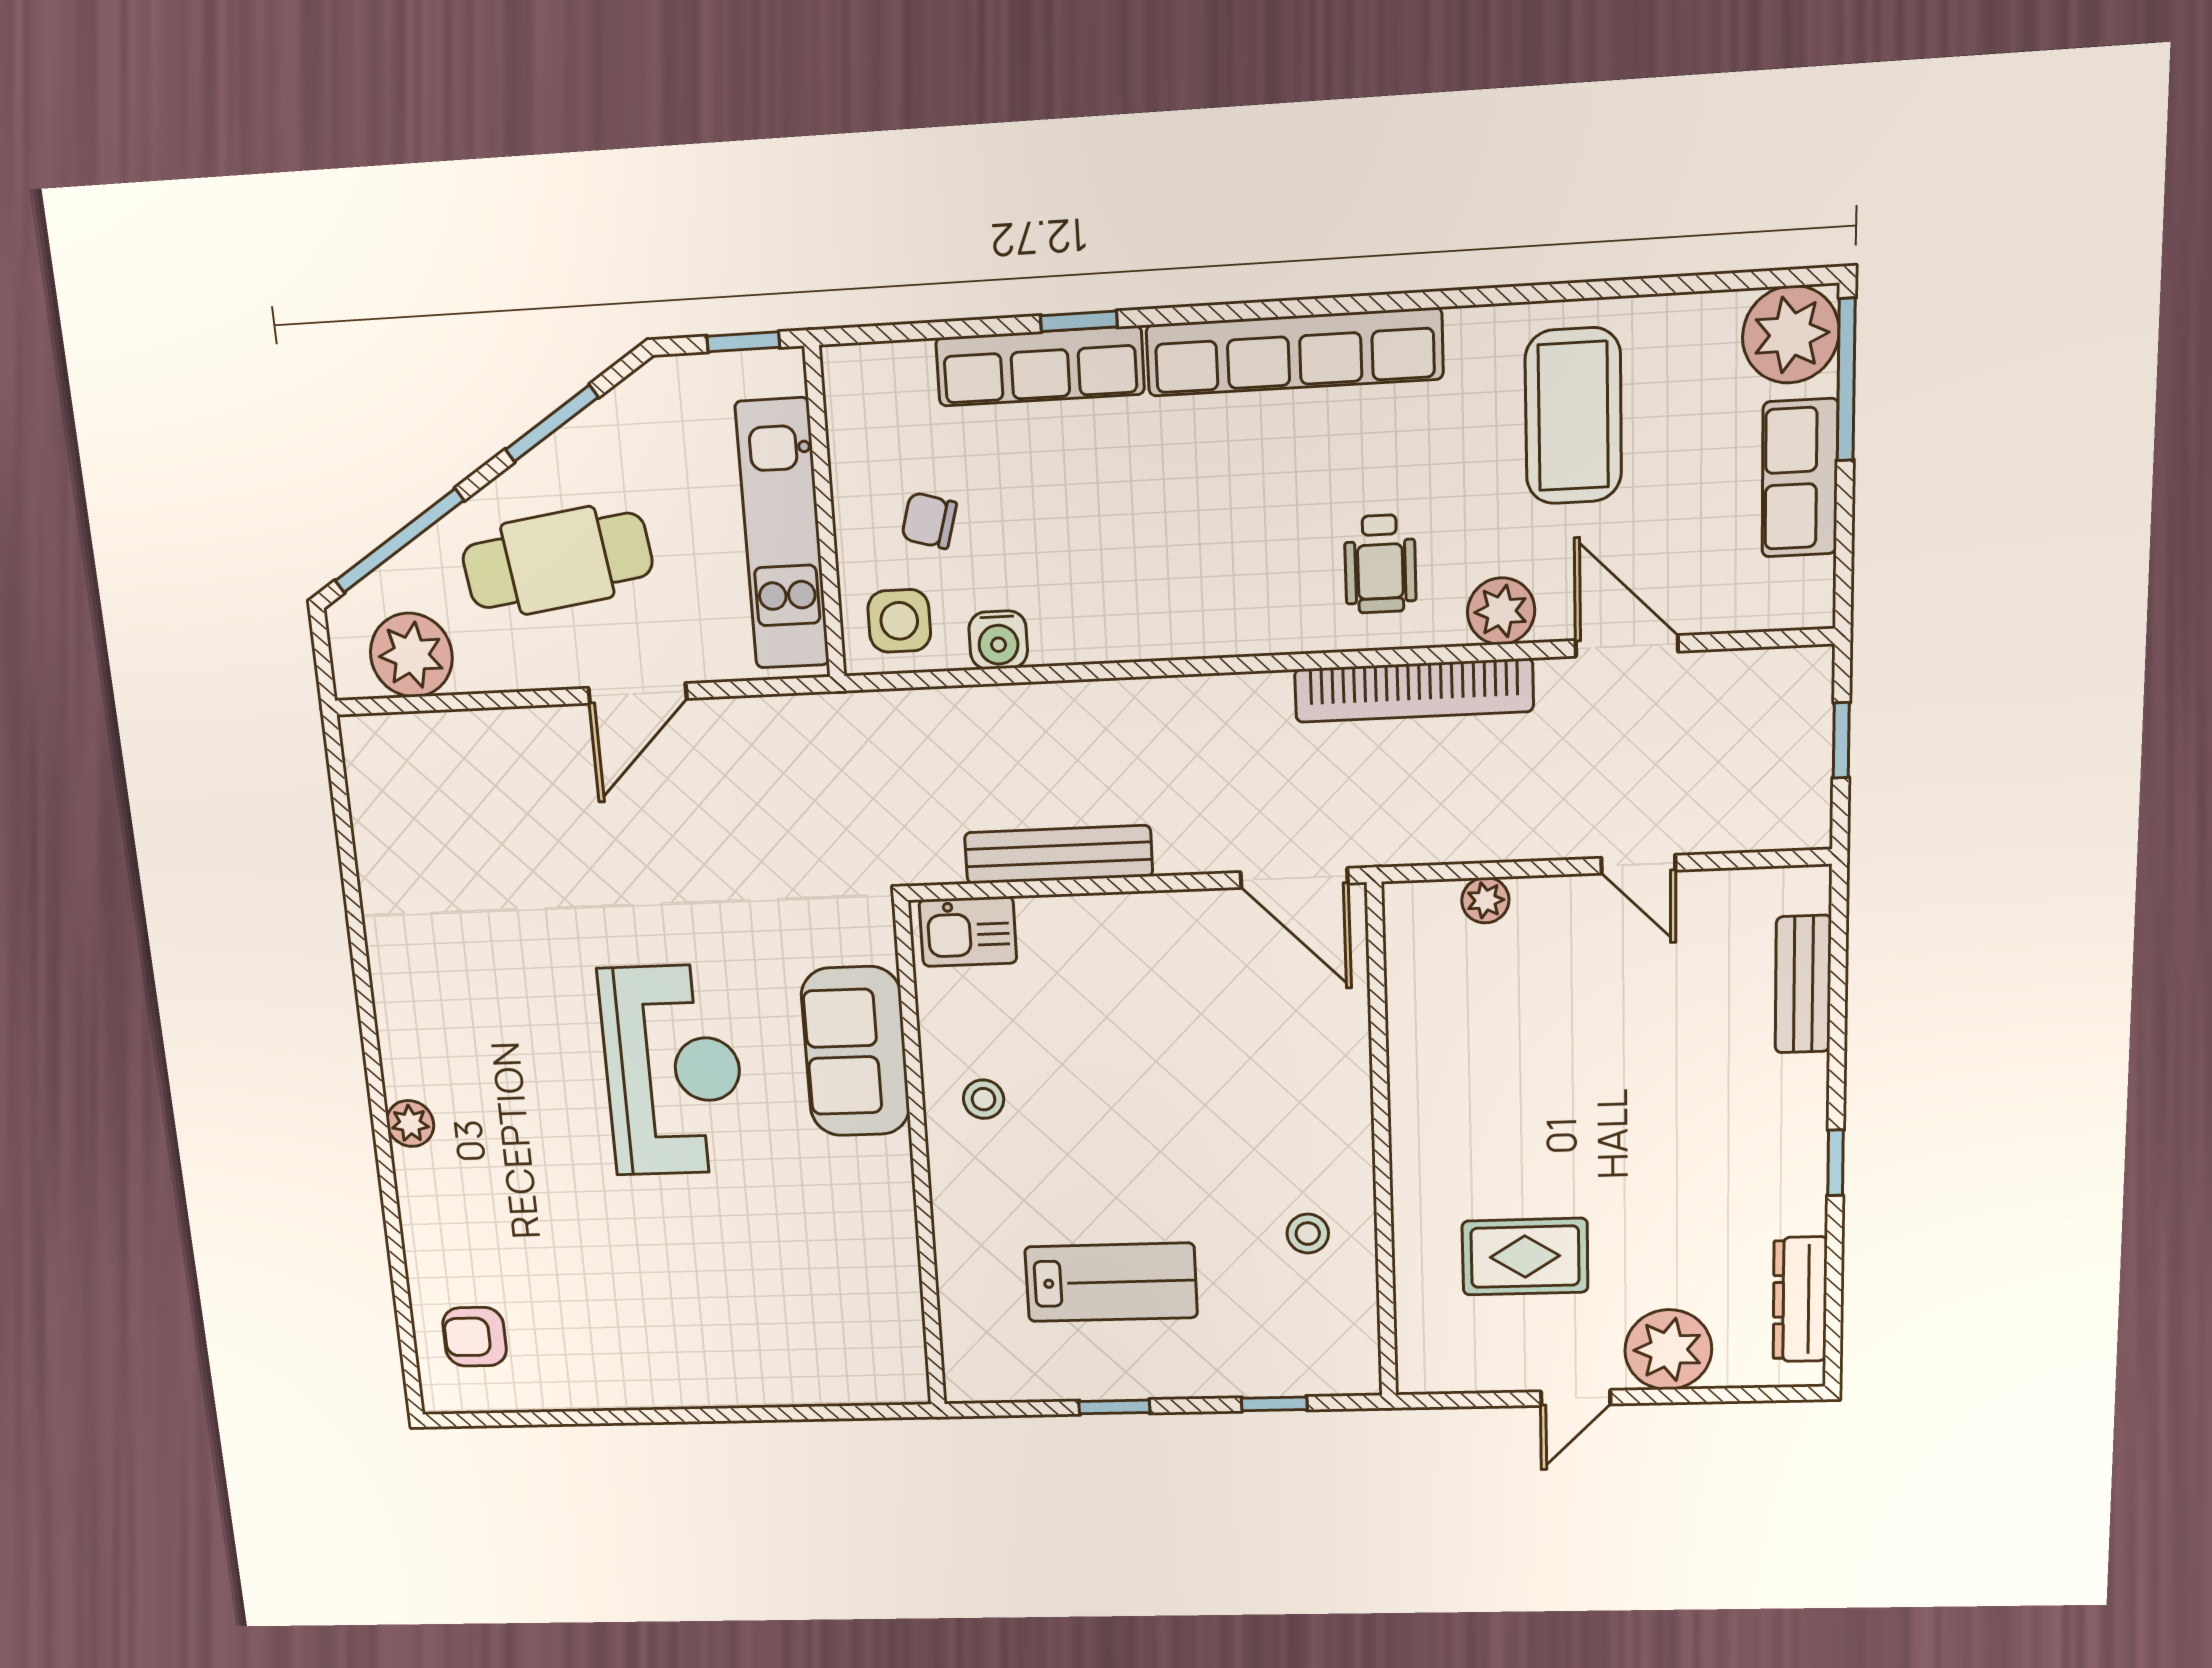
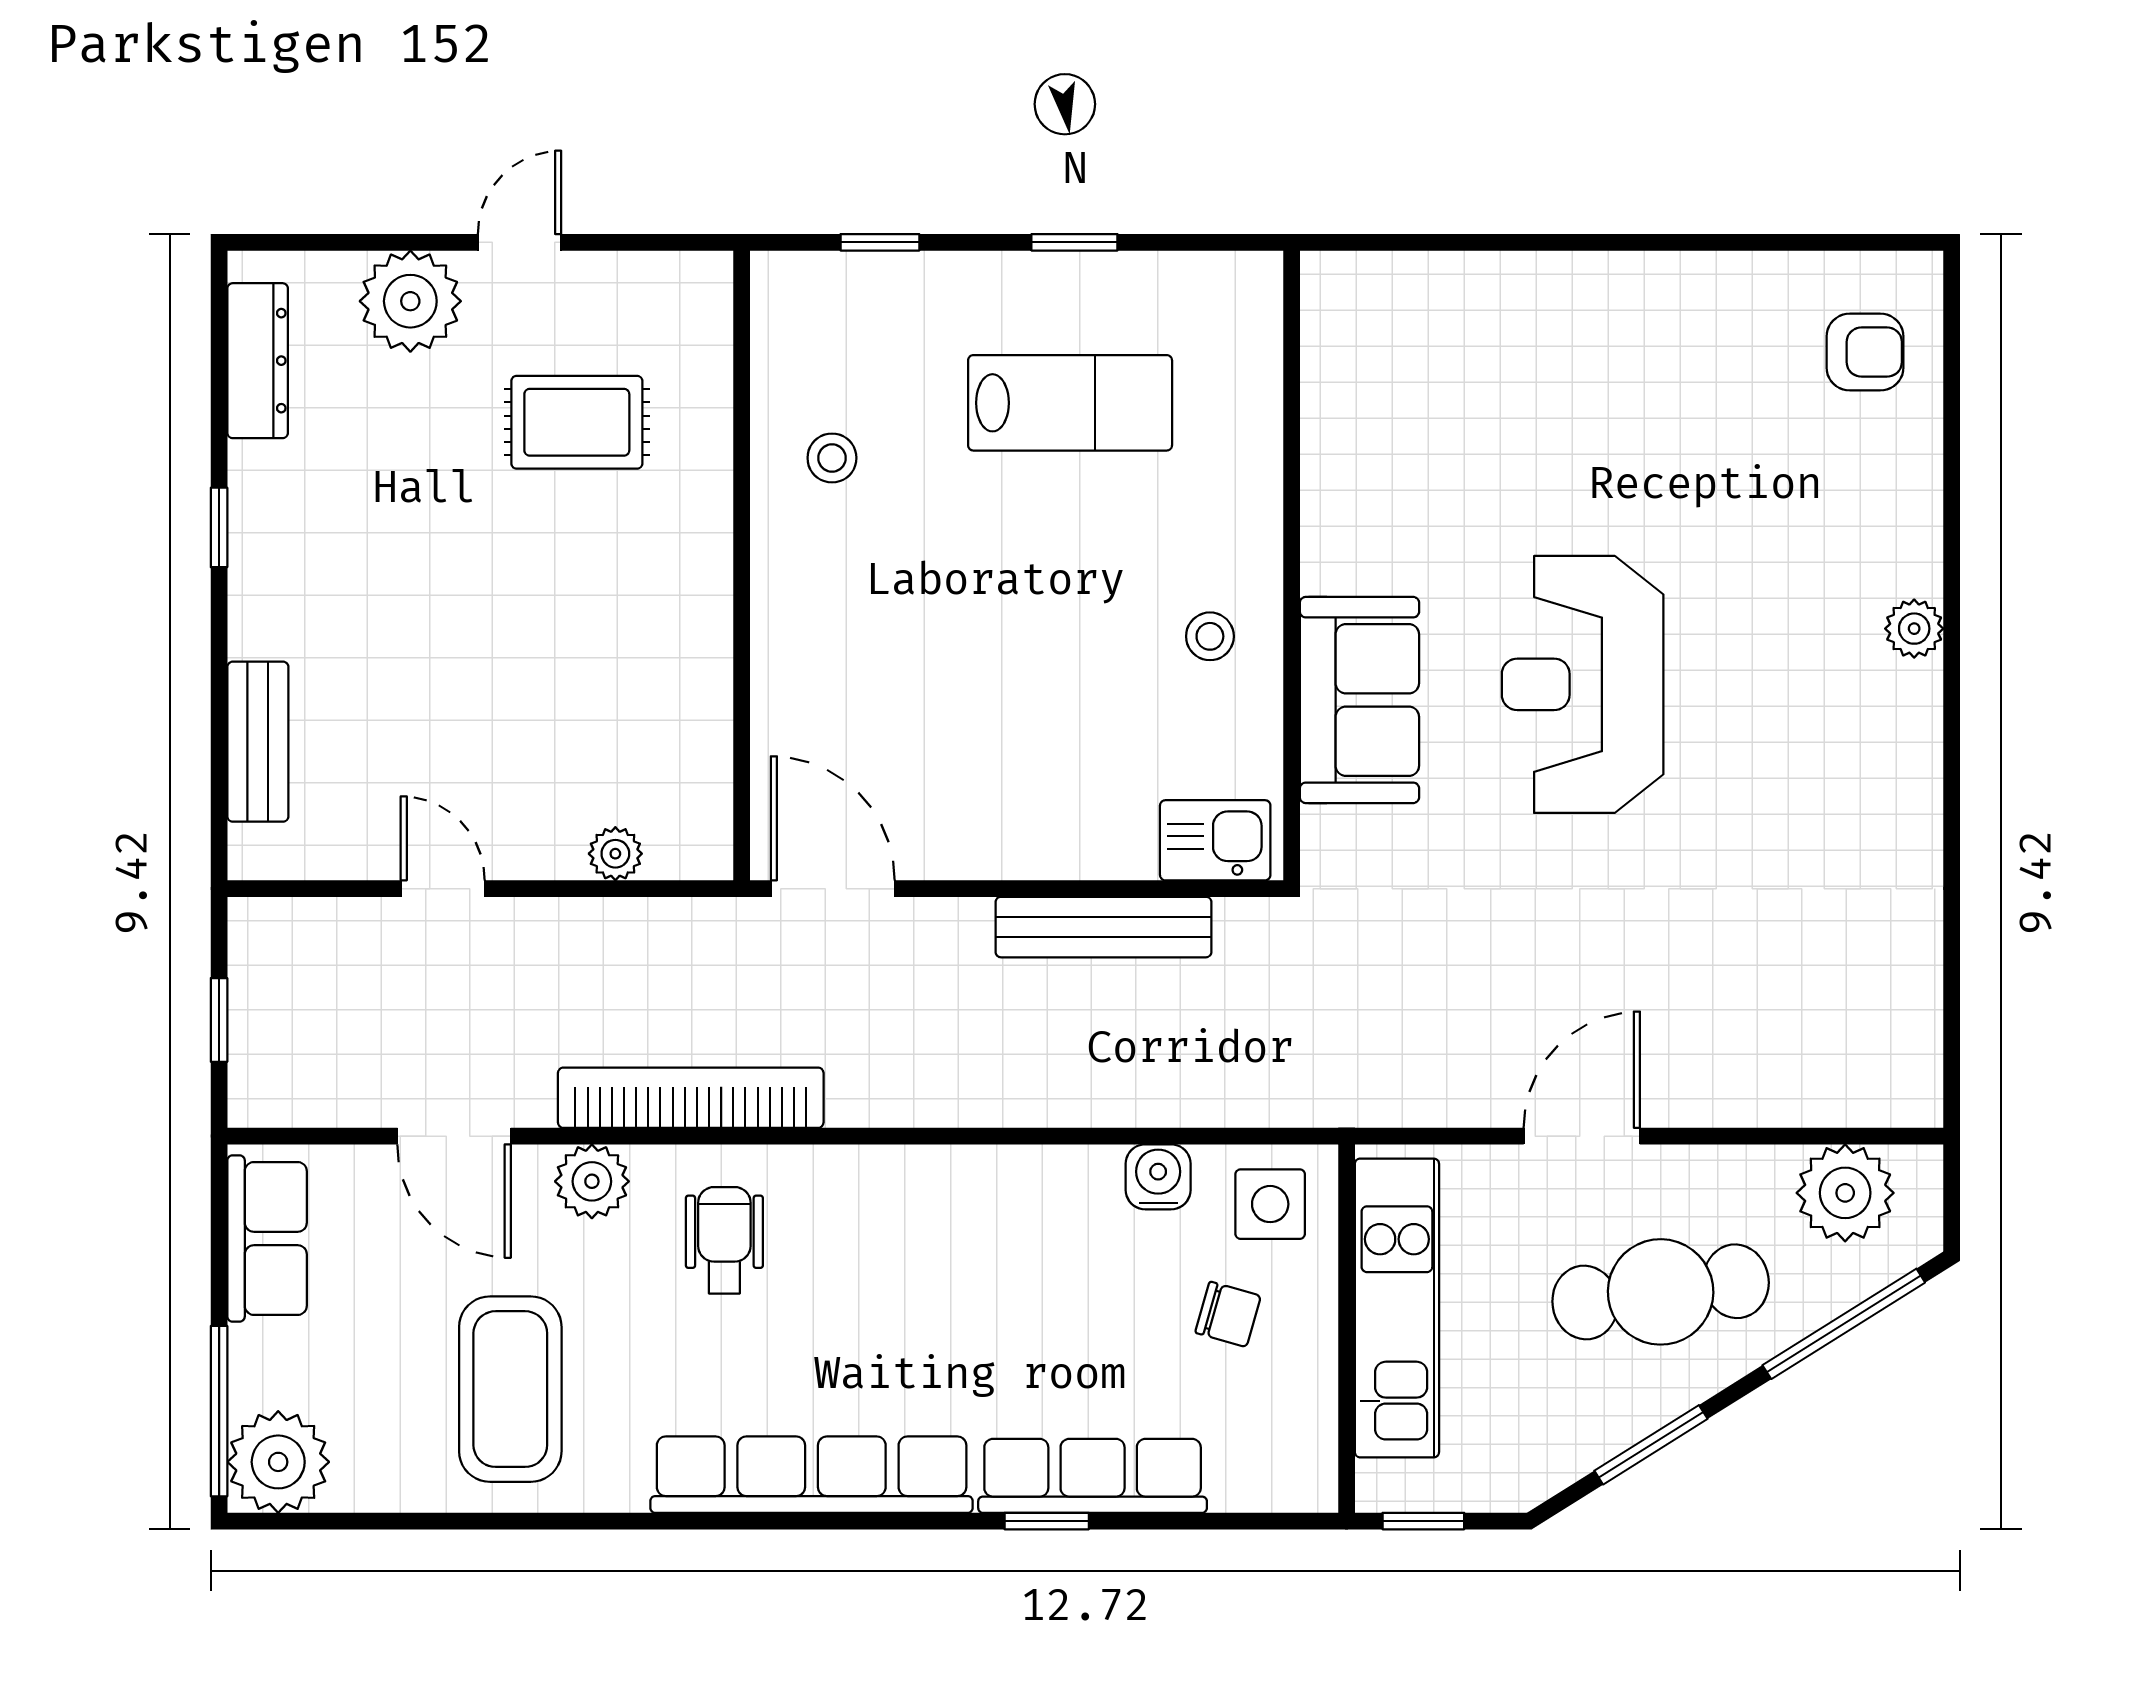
row of seats: (1800, 478) -> (267, 1238), moved
lab bench: (1111, 1282) -> (1070, 403), turned 180

